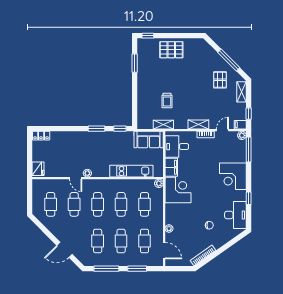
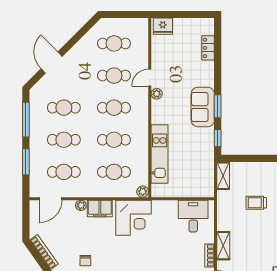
shelving: (163, 125) -> (223, 176), moved
locker: (41, 136) -> (208, 48), moved
sofa: (149, 140) -> (203, 107), moved
filing cabinet: (171, 167) -> (100, 208), moved

